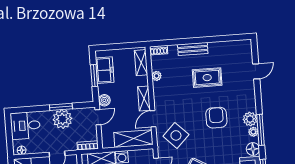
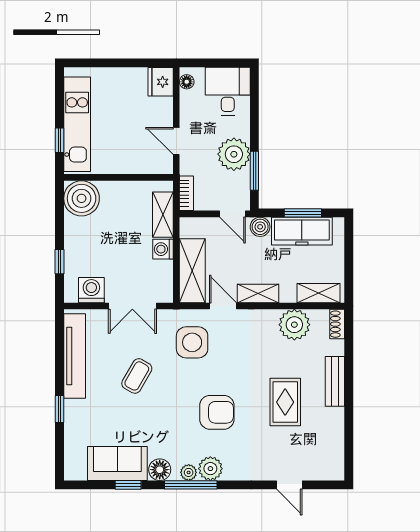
freezer: (105, 70) -> (302, 231), width x1.40
plant: (157, 76) -> (294, 325), width x1.88, depth x1.88
window: (61, 107) -> (254, 171), moved
side table: (176, 135) -> (192, 342), turned 45

